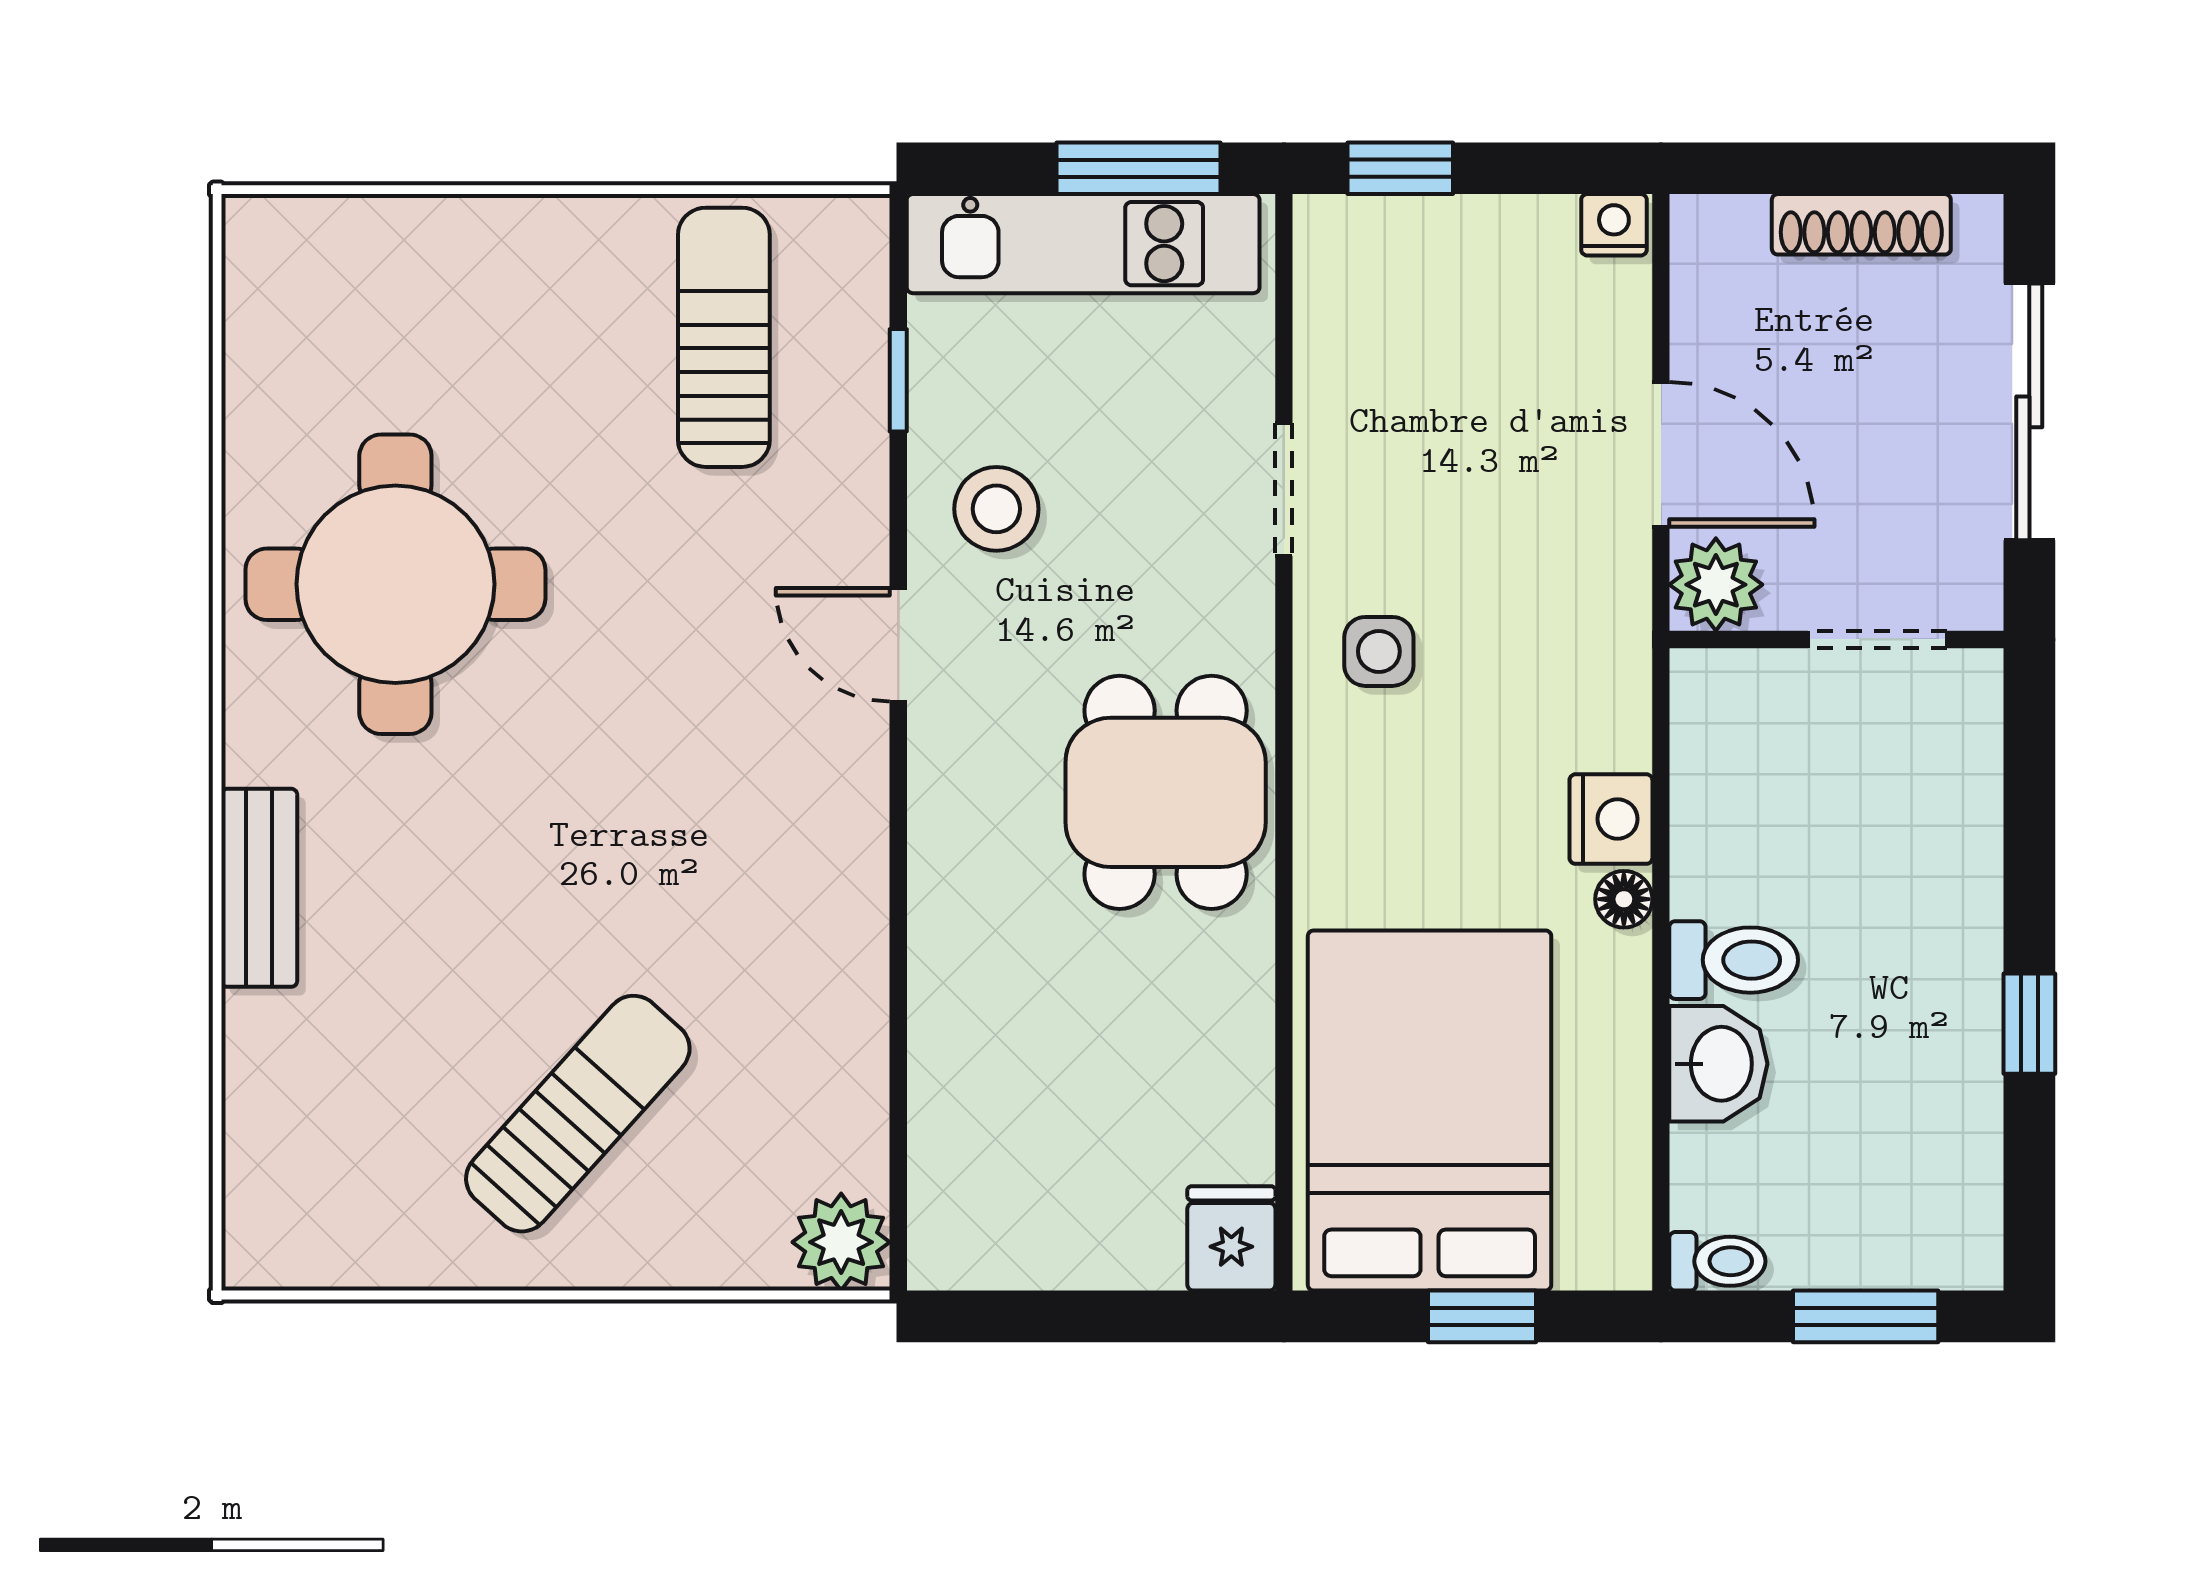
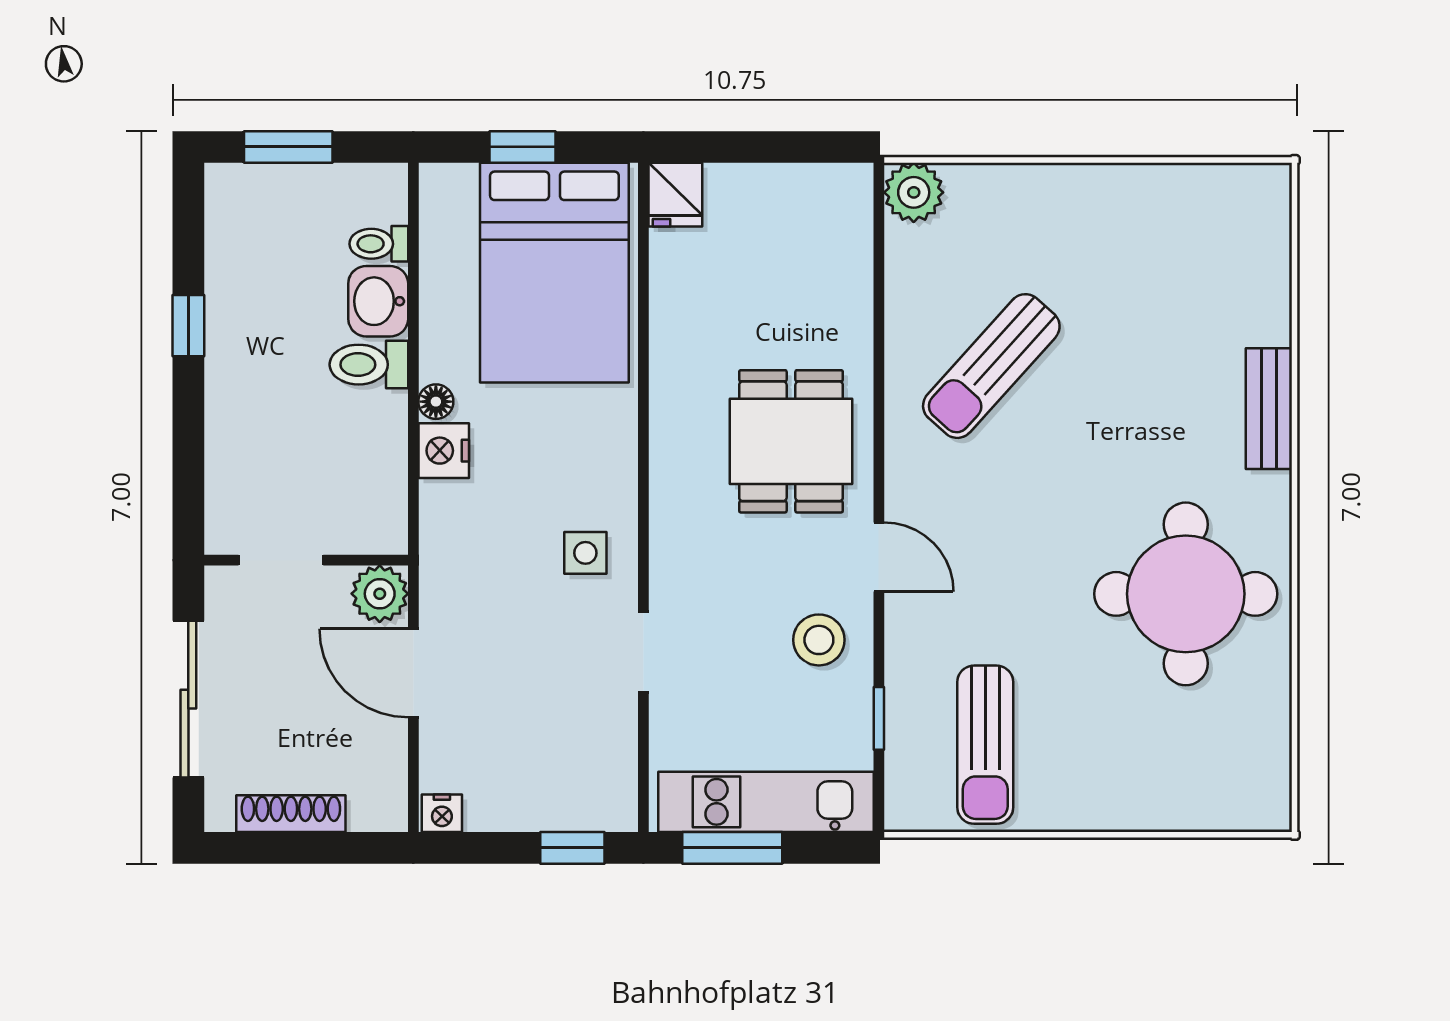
dining table: (1166, 792) -> (791, 441), moved
sun lounger: (578, 1114) -> (991, 366), moved
toilet: (1717, 1261) -> (379, 244), moved

